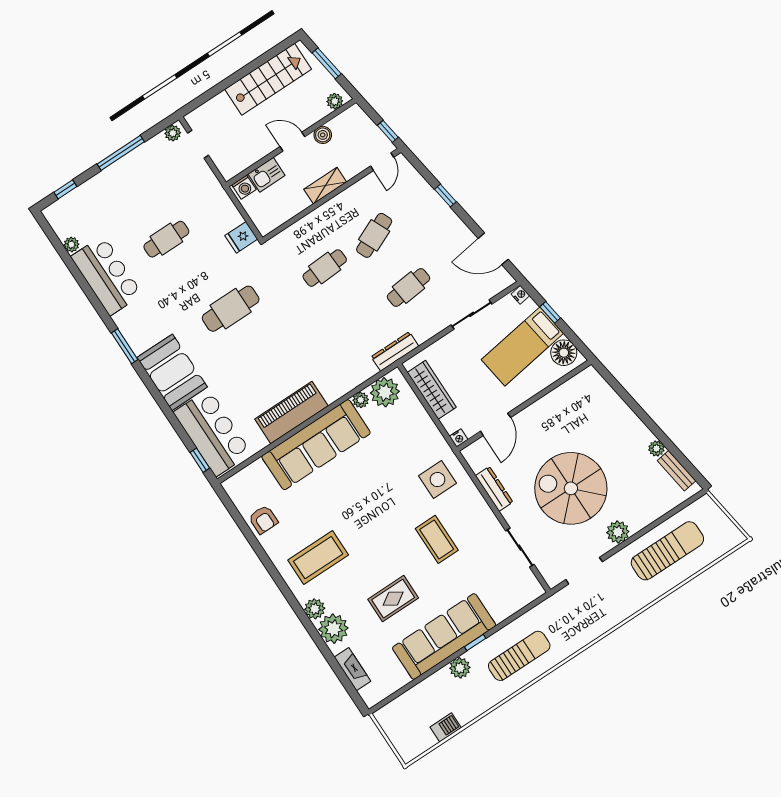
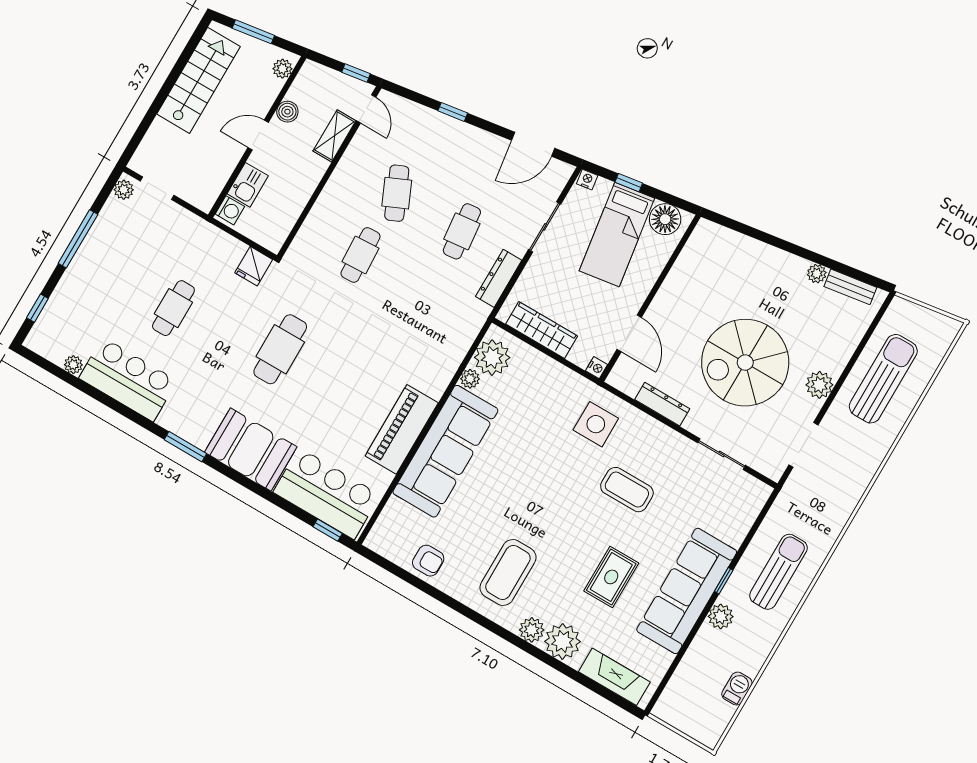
shelving: (325, 186) -> (334, 136), moved
dresser: (395, 351) -> (499, 278), moved
fireplace: (353, 669) -> (614, 677), width x1.37, depth x1.32

